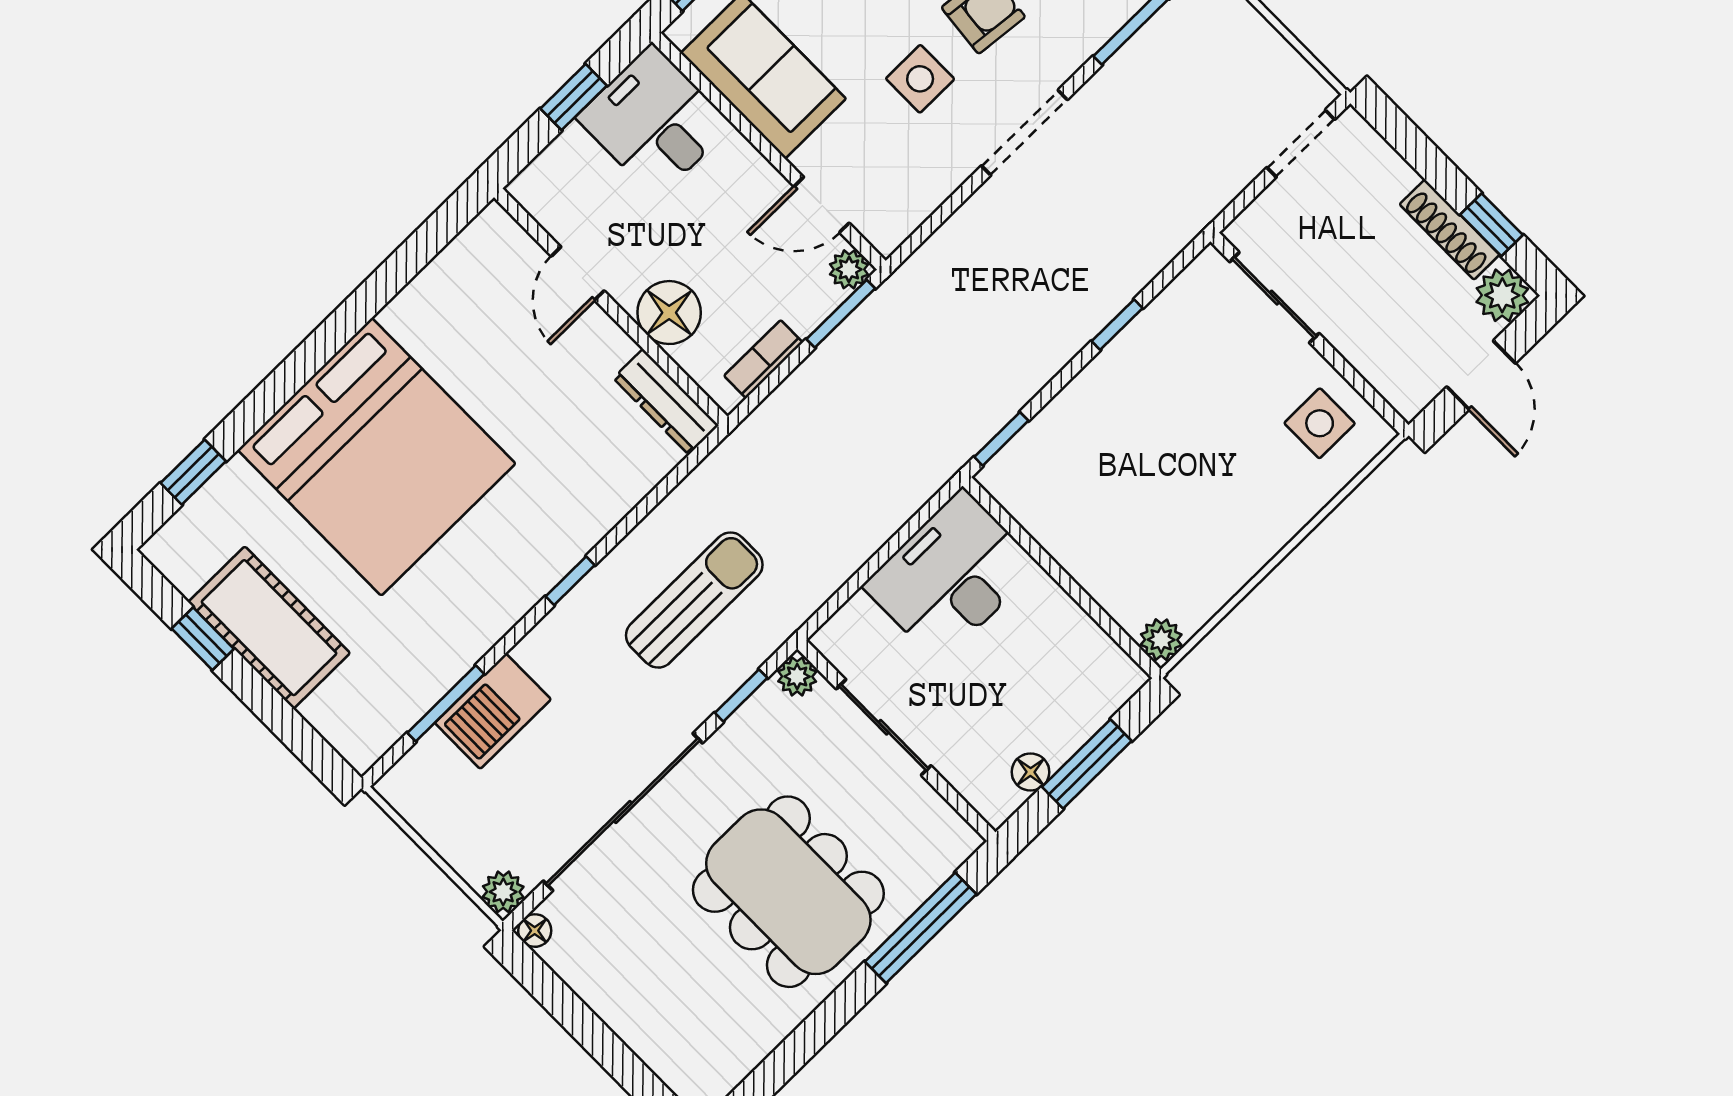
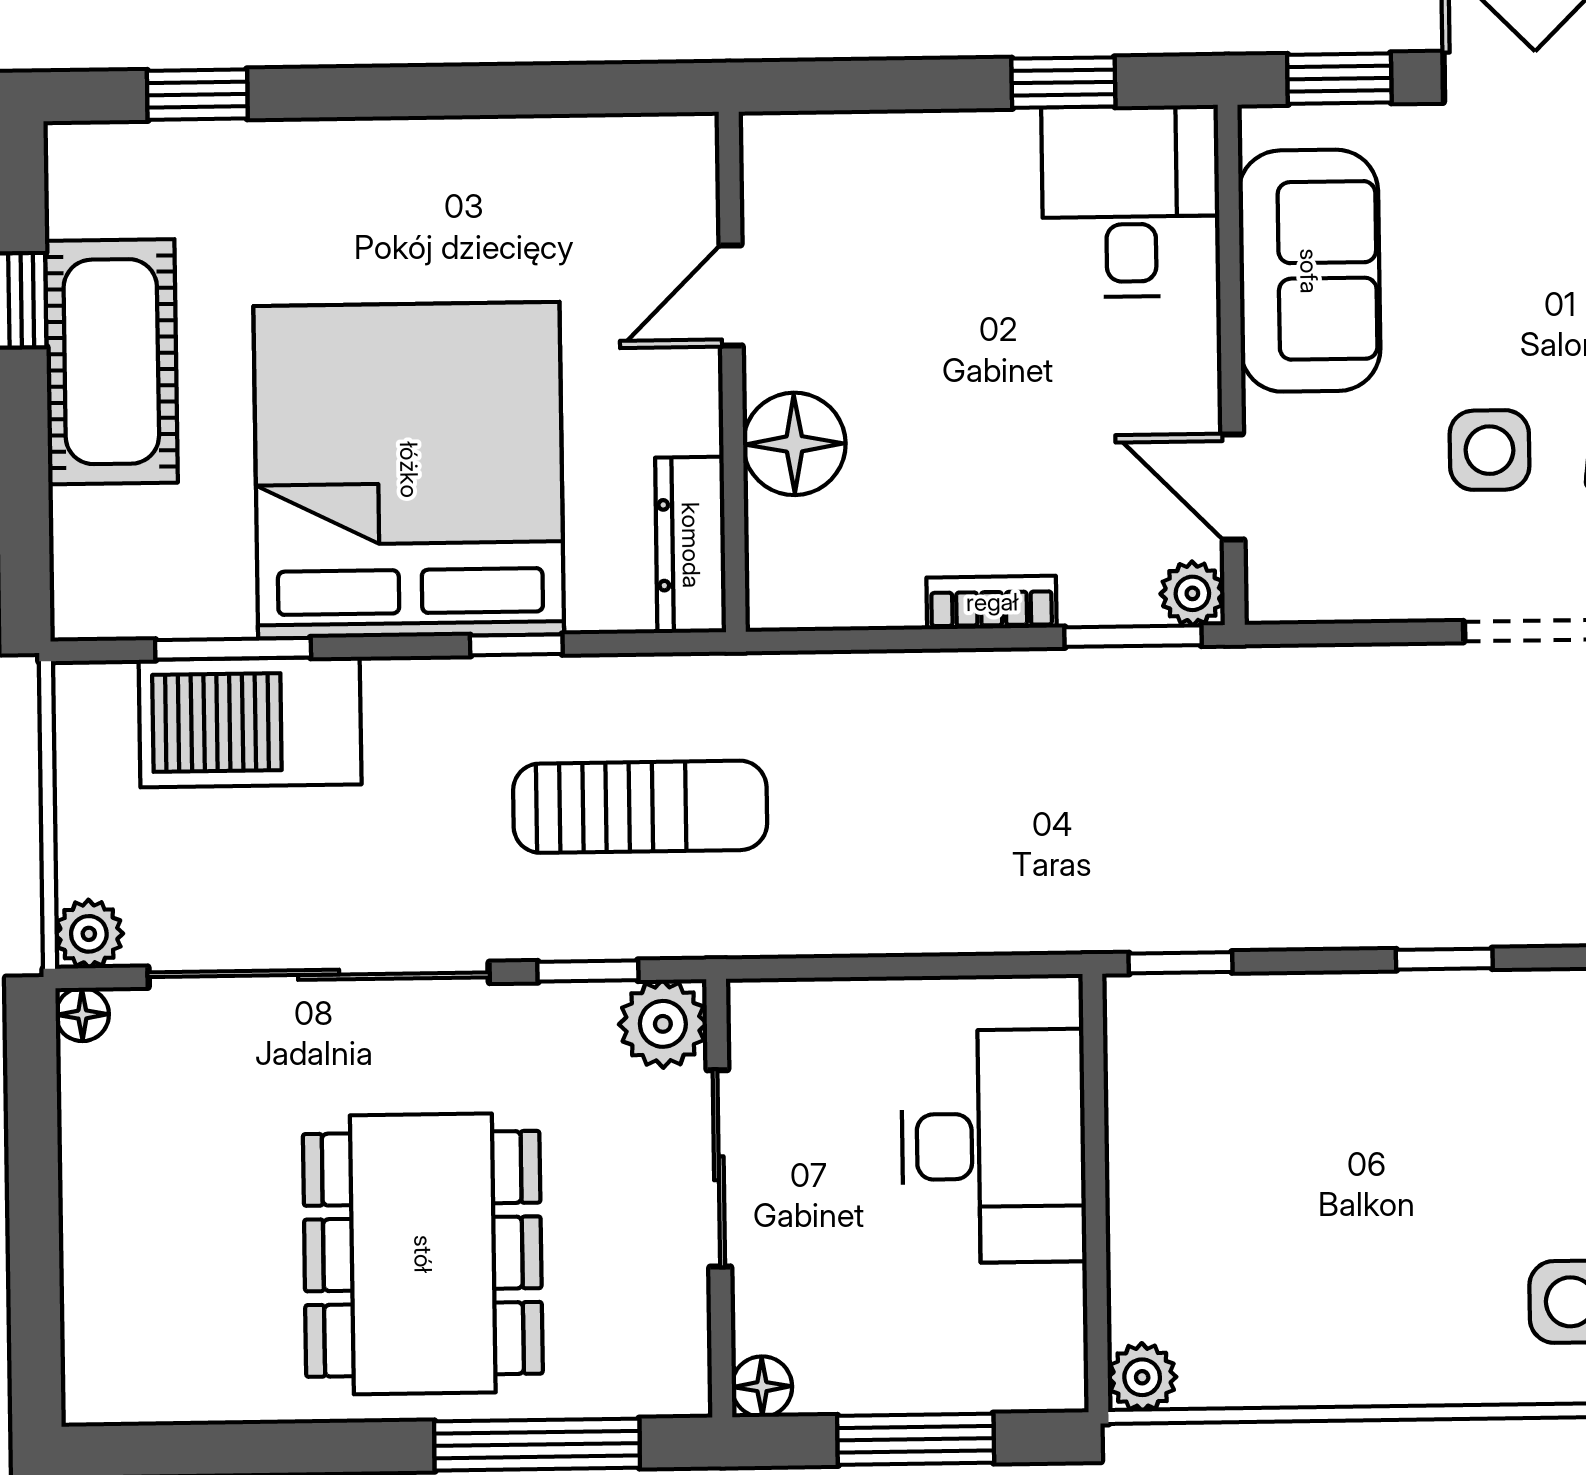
door: (578, 273) -> (731, 296), moved
wall: (611, 307) -> (732, 372), moved
floor lamp: (669, 313) -> (794, 444), moved
dresser: (666, 402) -> (691, 545), moved
bed: (376, 457) -> (409, 470), moved, turned 180
desk: (951, 576) -> (994, 1146), moved, turned 90
plant: (797, 676) -> (663, 1024), width x1.38, depth x1.38
barbecue: (493, 711) -> (250, 722), width x1.37, depth x1.21
floor lamp: (1031, 772) -> (762, 1387), moved

